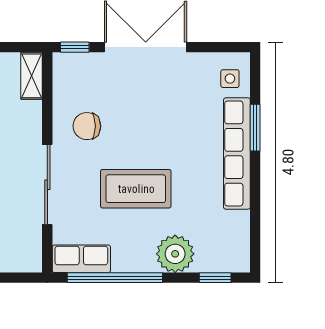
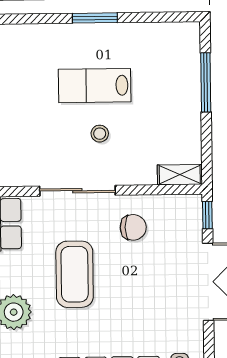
chair: (87, 126) -> (133, 227), turned 90

